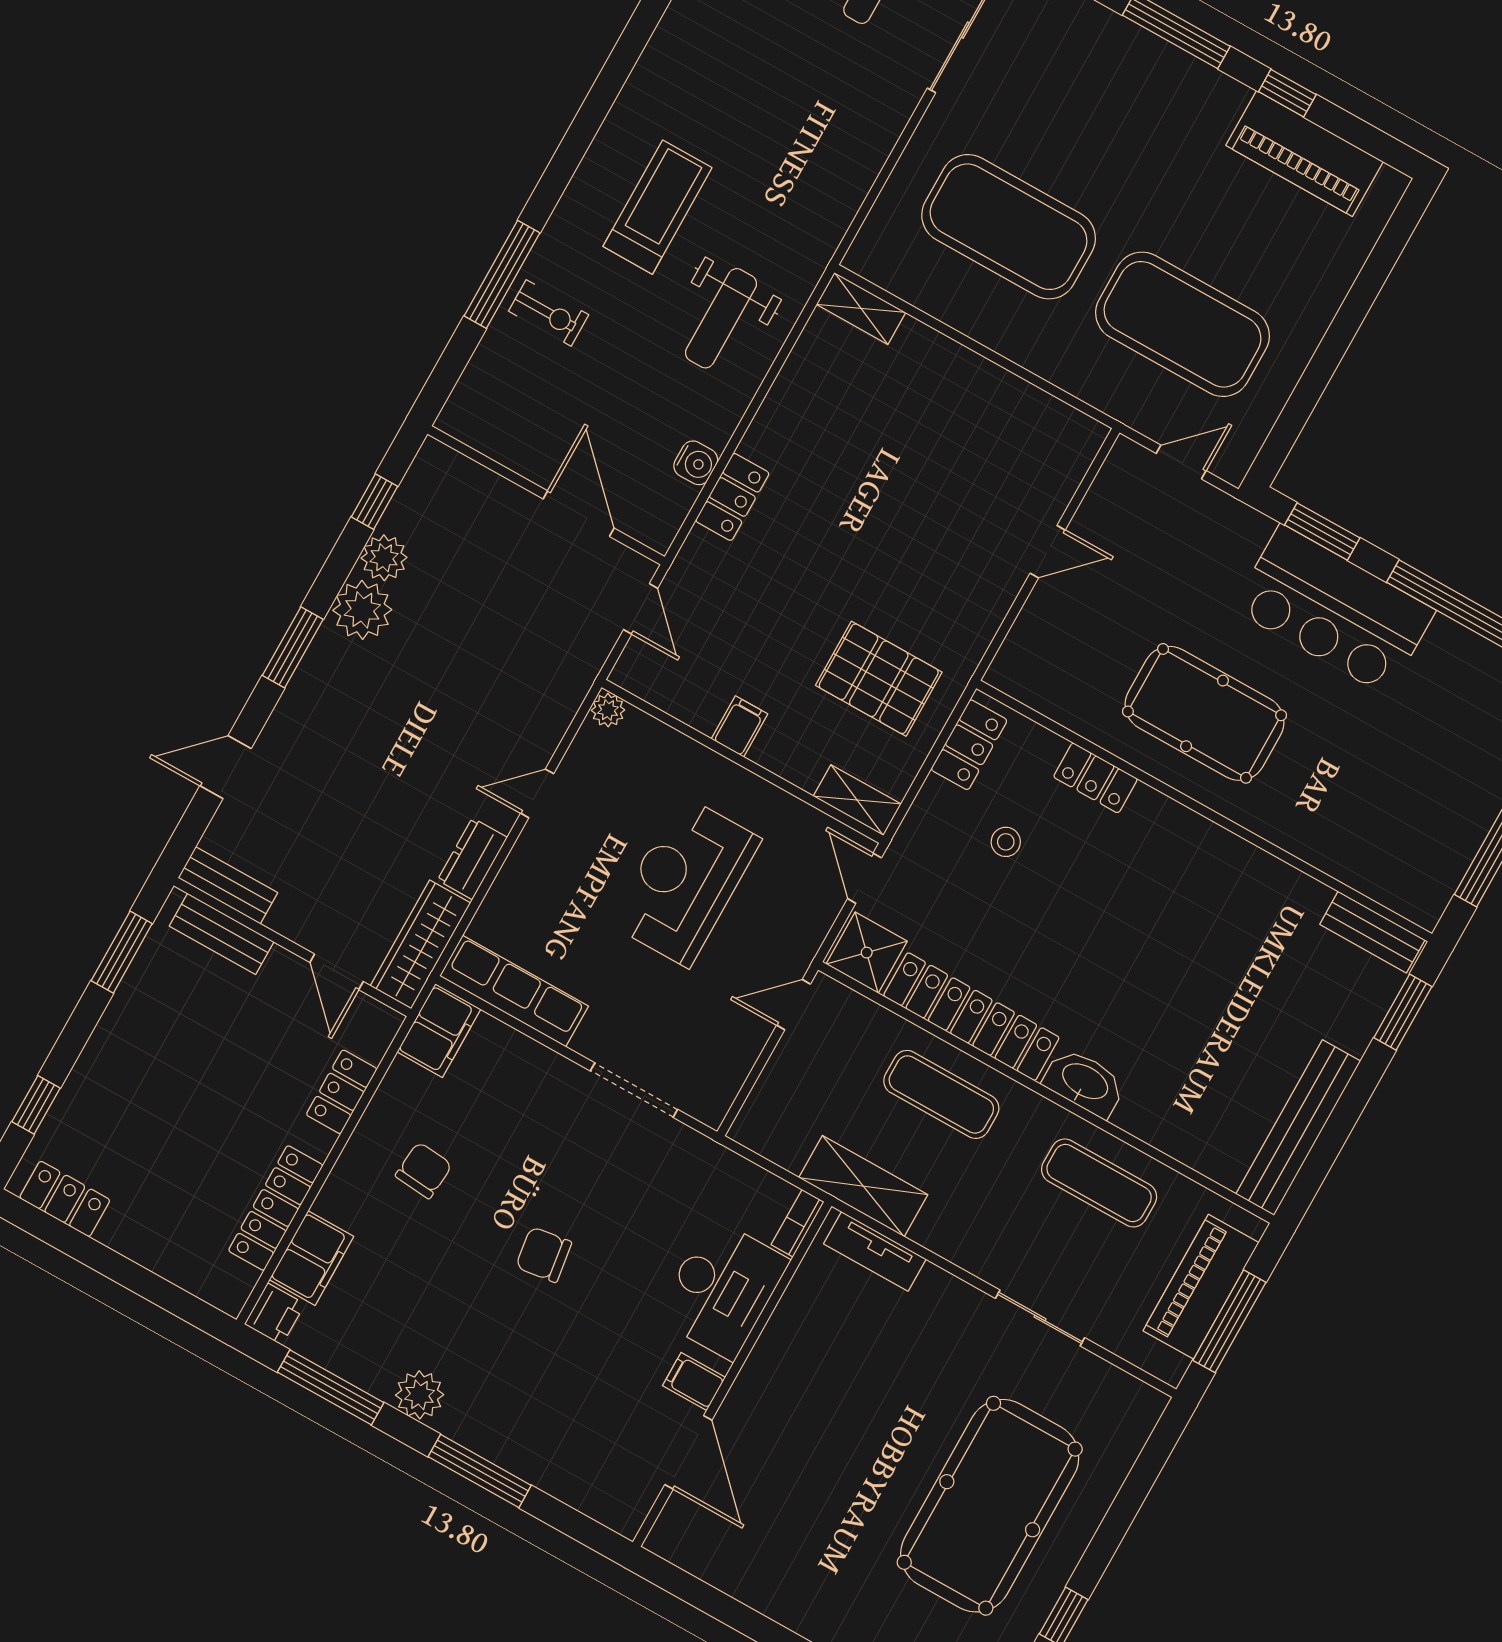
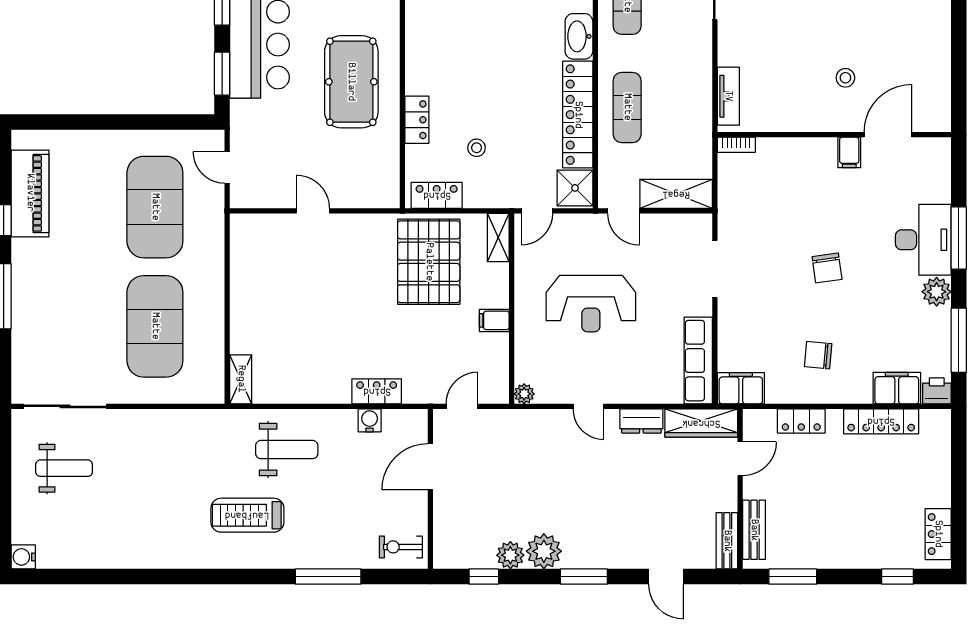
exercise bike: (549, 313) -> (401, 547), moved, turned -90
pallet: (879, 679) -> (429, 262), width x1.37, depth x1.41
shelving: (863, 1186) -> (676, 194), moved, turned 90
desk: (722, 1289) -> (923, 240), moved, turned 90
stool: (806, 1437) -> (845, 78), added

